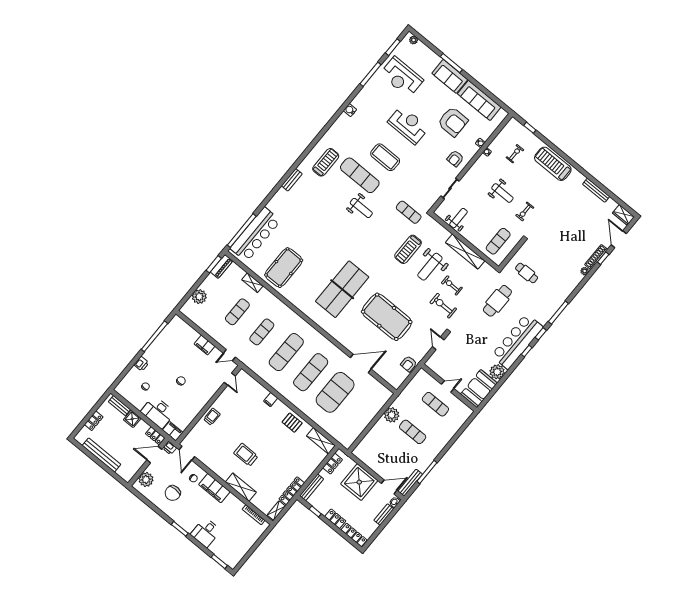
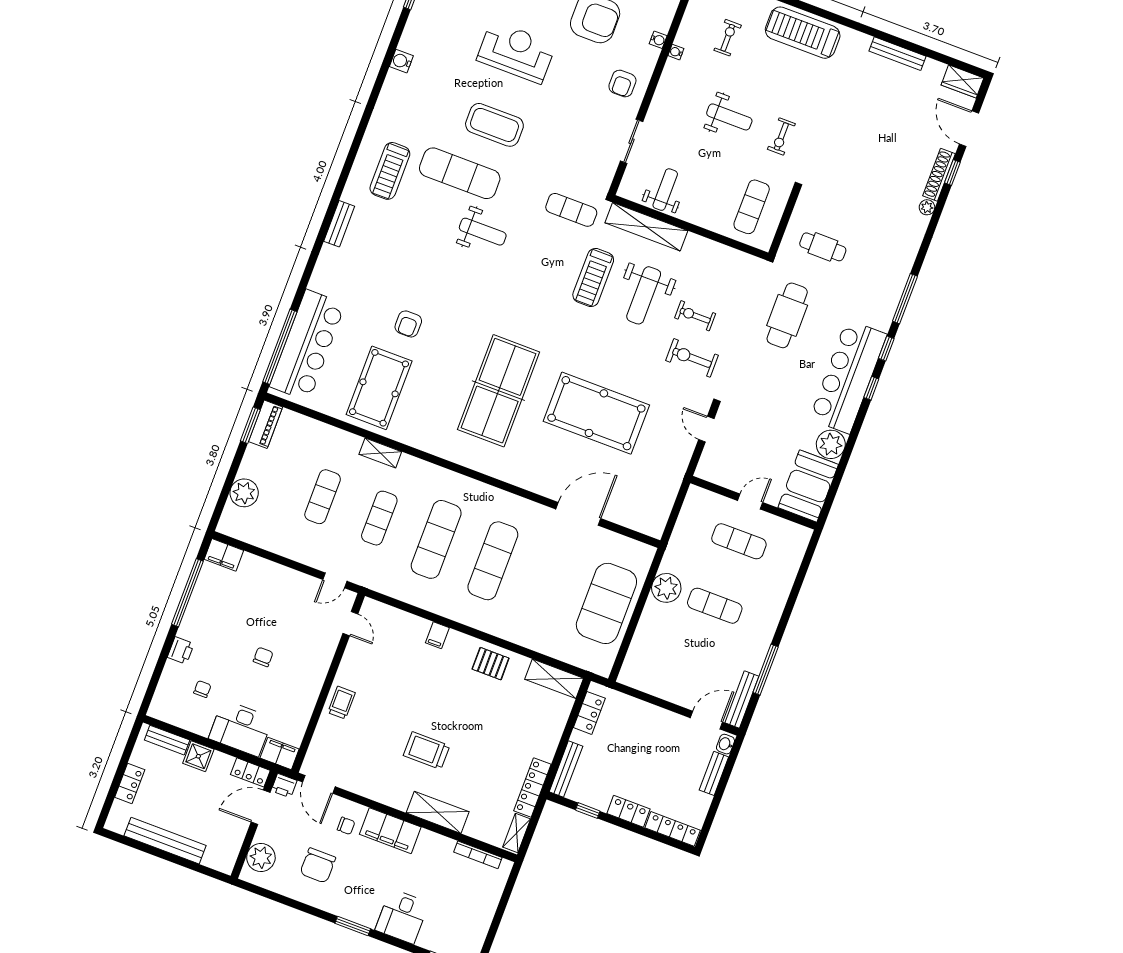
treadmill: (326, 162) -> (390, 171), turned 180
shelving: (465, 252) -> (646, 227), moved
shelving: (252, 283) -> (380, 453), moved
filing cabinet: (205, 345) -> (224, 555), moved
armchair: (409, 364) -> (408, 324), moved
exercise mat: (335, 392) -> (606, 603), moved
shower: (359, 482) -> (649, 730), removed

